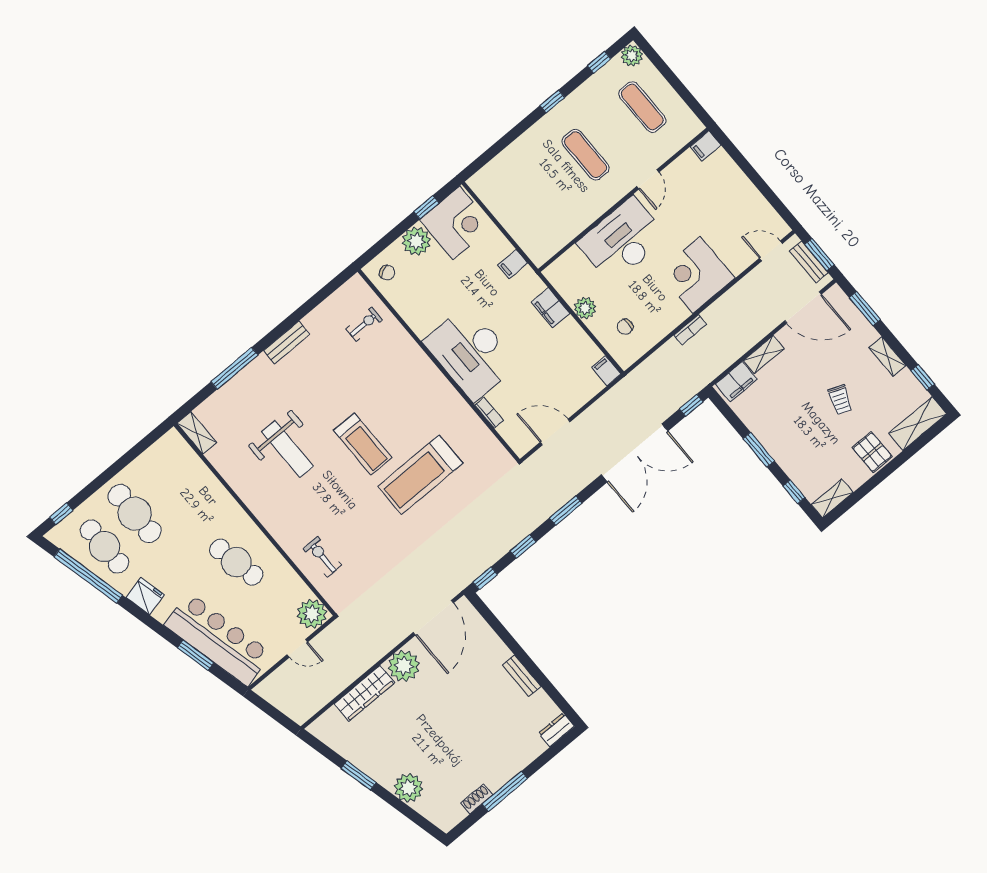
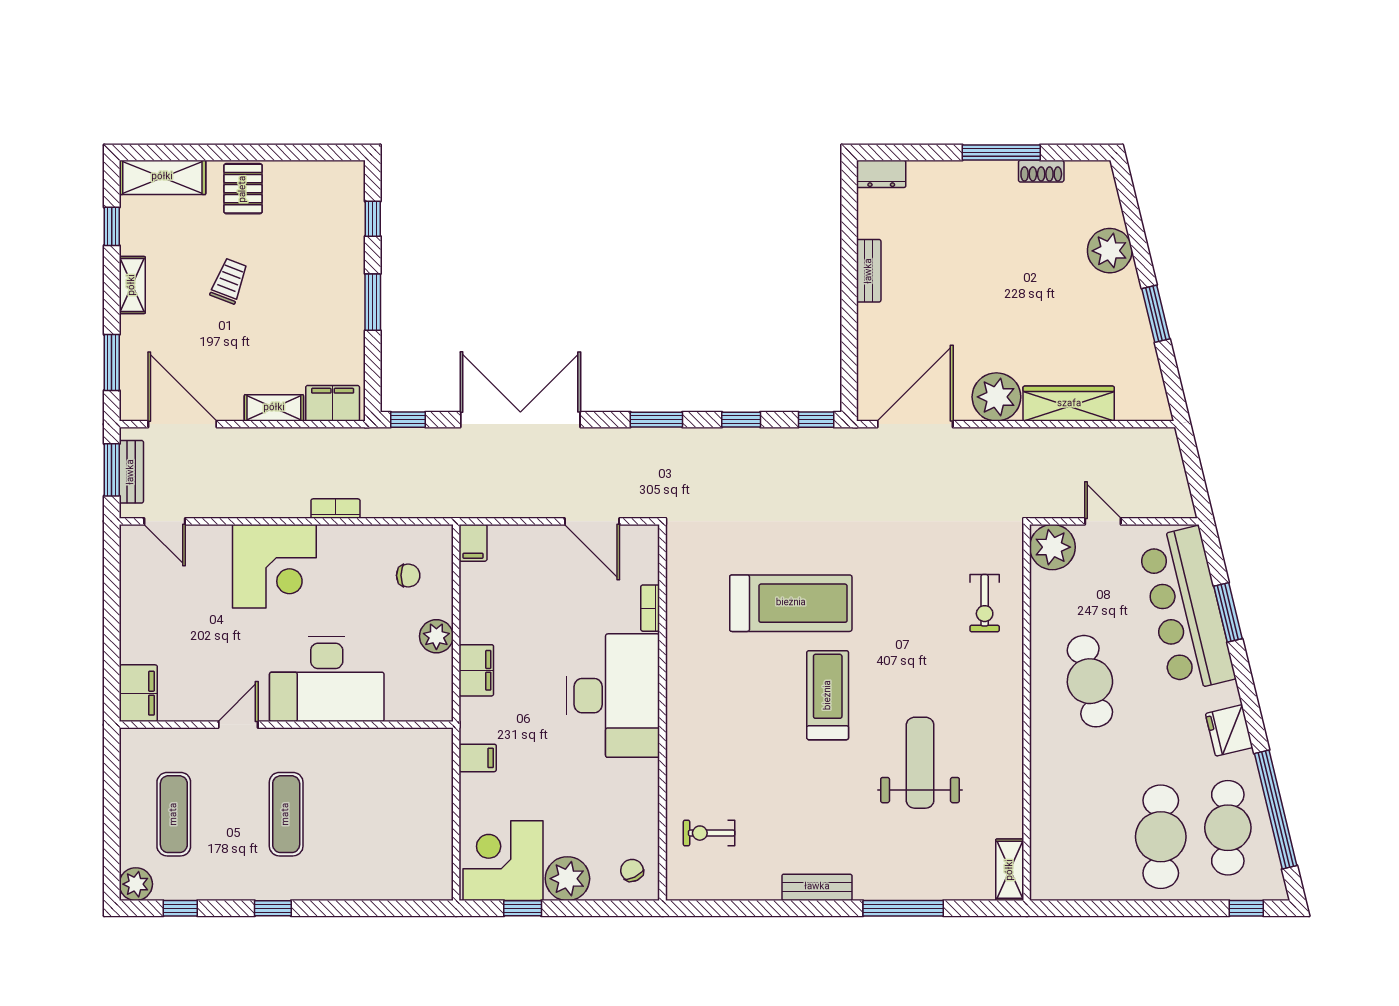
filing cabinet: (705, 146) -> (138, 693), width x2.00
shelving: (832, 498) -> (335, 174), removed

